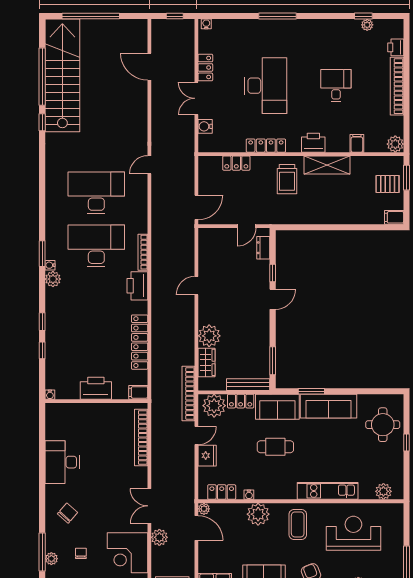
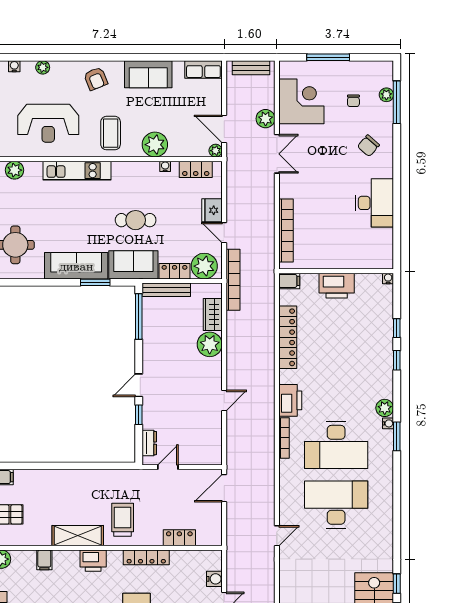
desk: (96, 193) -> (336, 505), turned 180
window: (273, 361) -> (139, 316), width x1.44
door: (196, 436) -> (224, 233), hinge flipped

